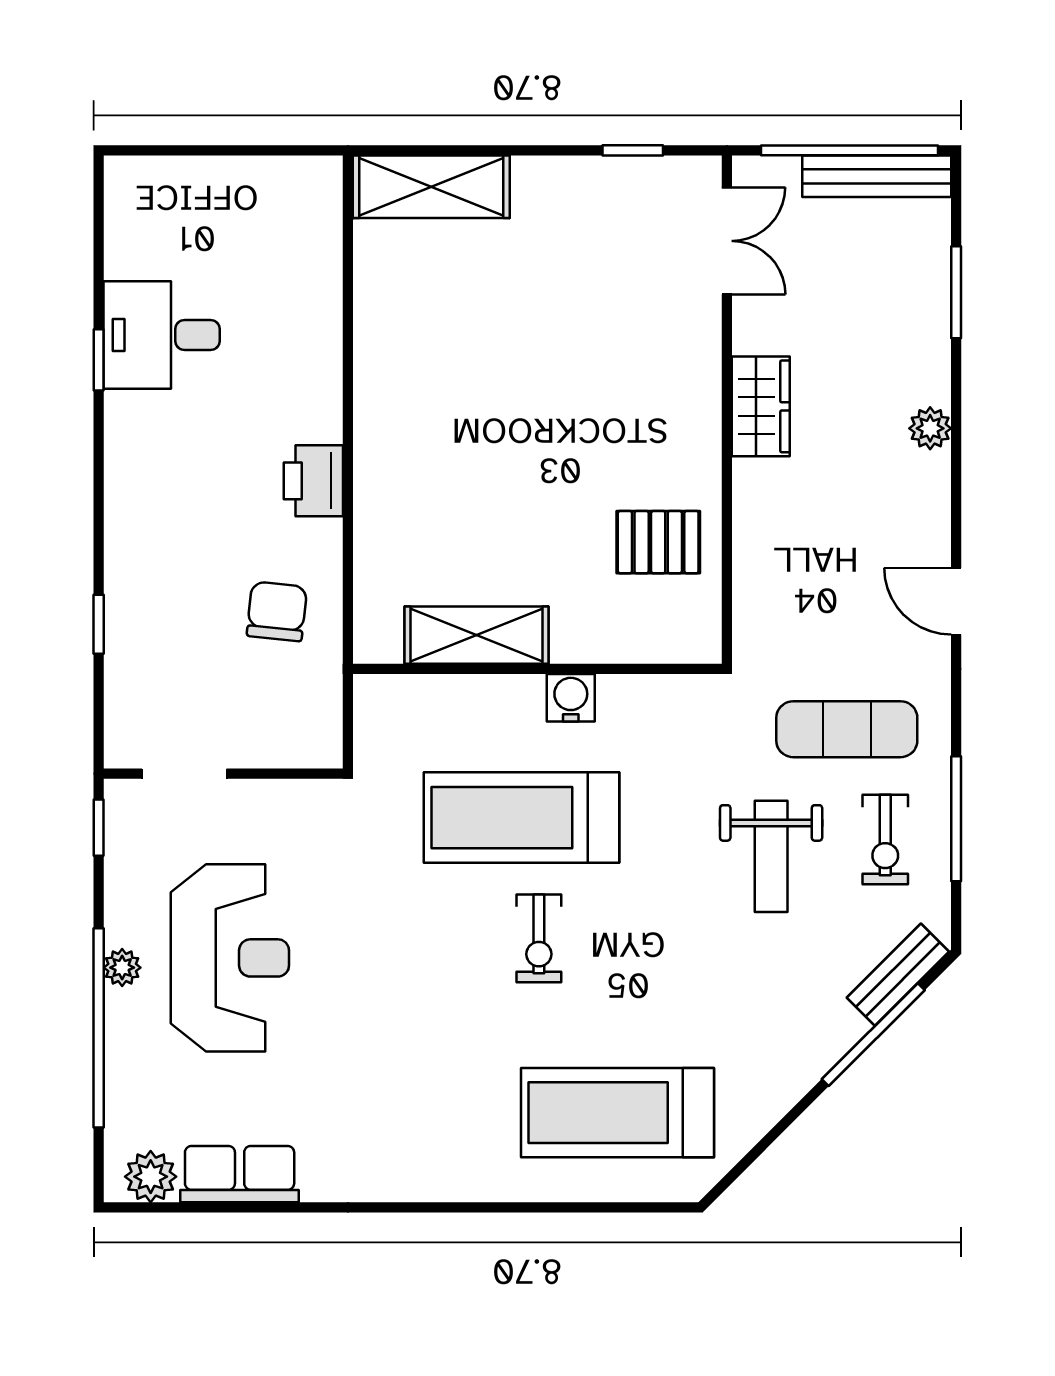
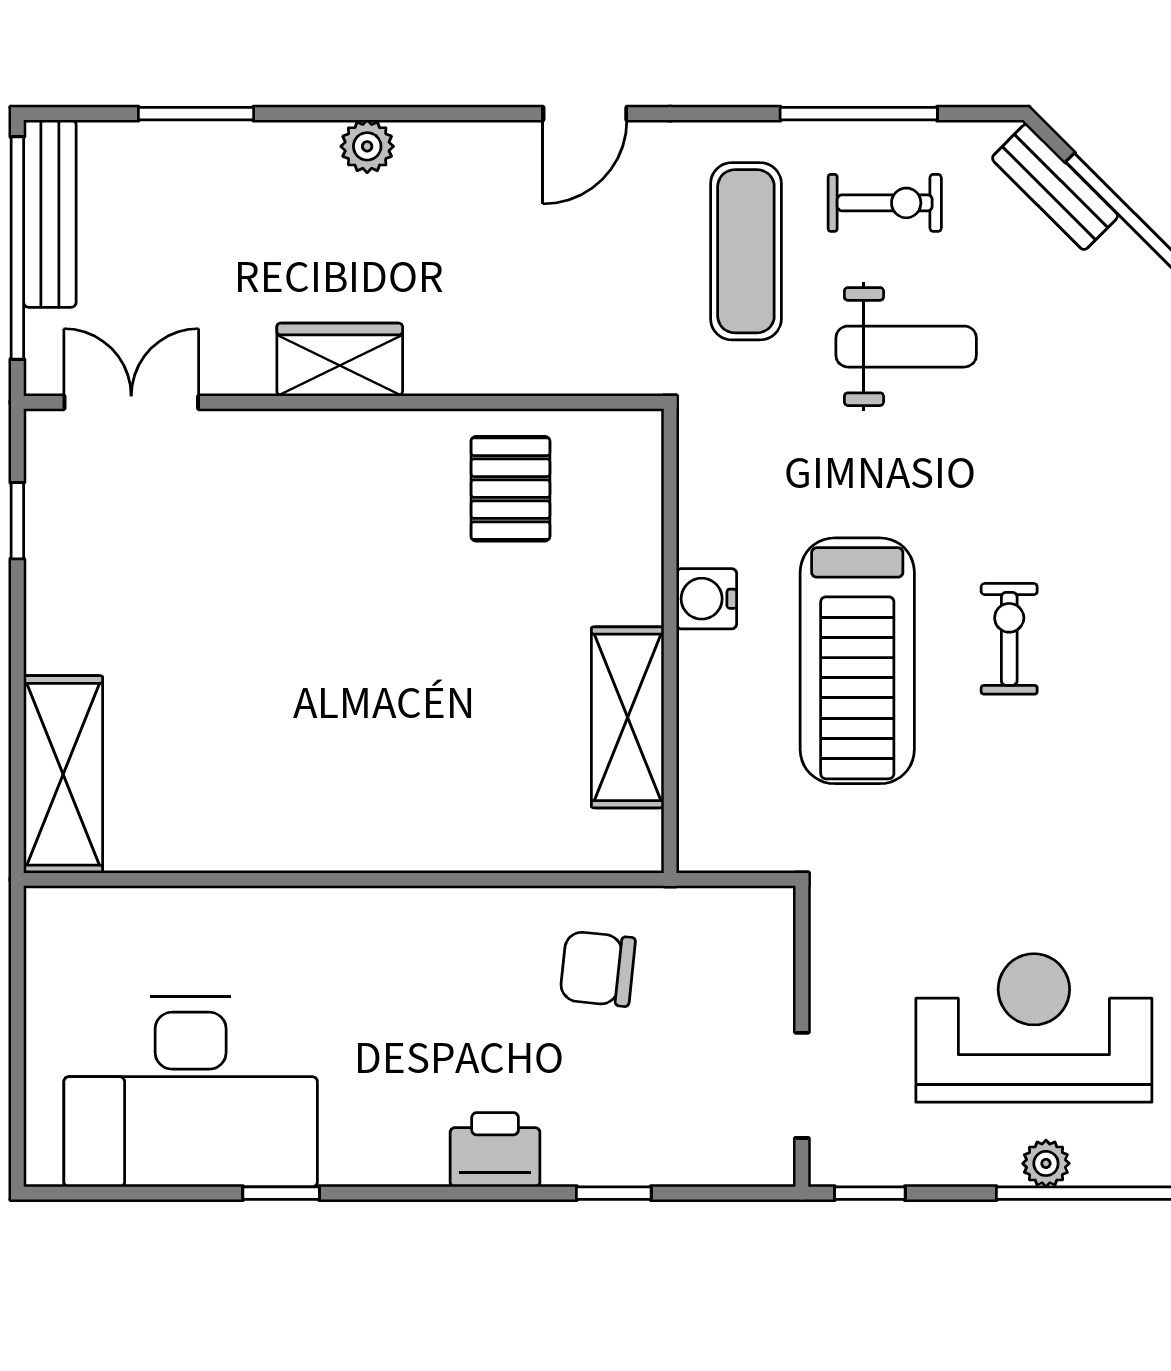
desk: (162, 335) -> (191, 1092), width x1.87, depth x1.30
printer: (313, 481) -> (495, 1150), moved, turned 180
exercise bike: (539, 938) -> (1009, 639), turned -90

